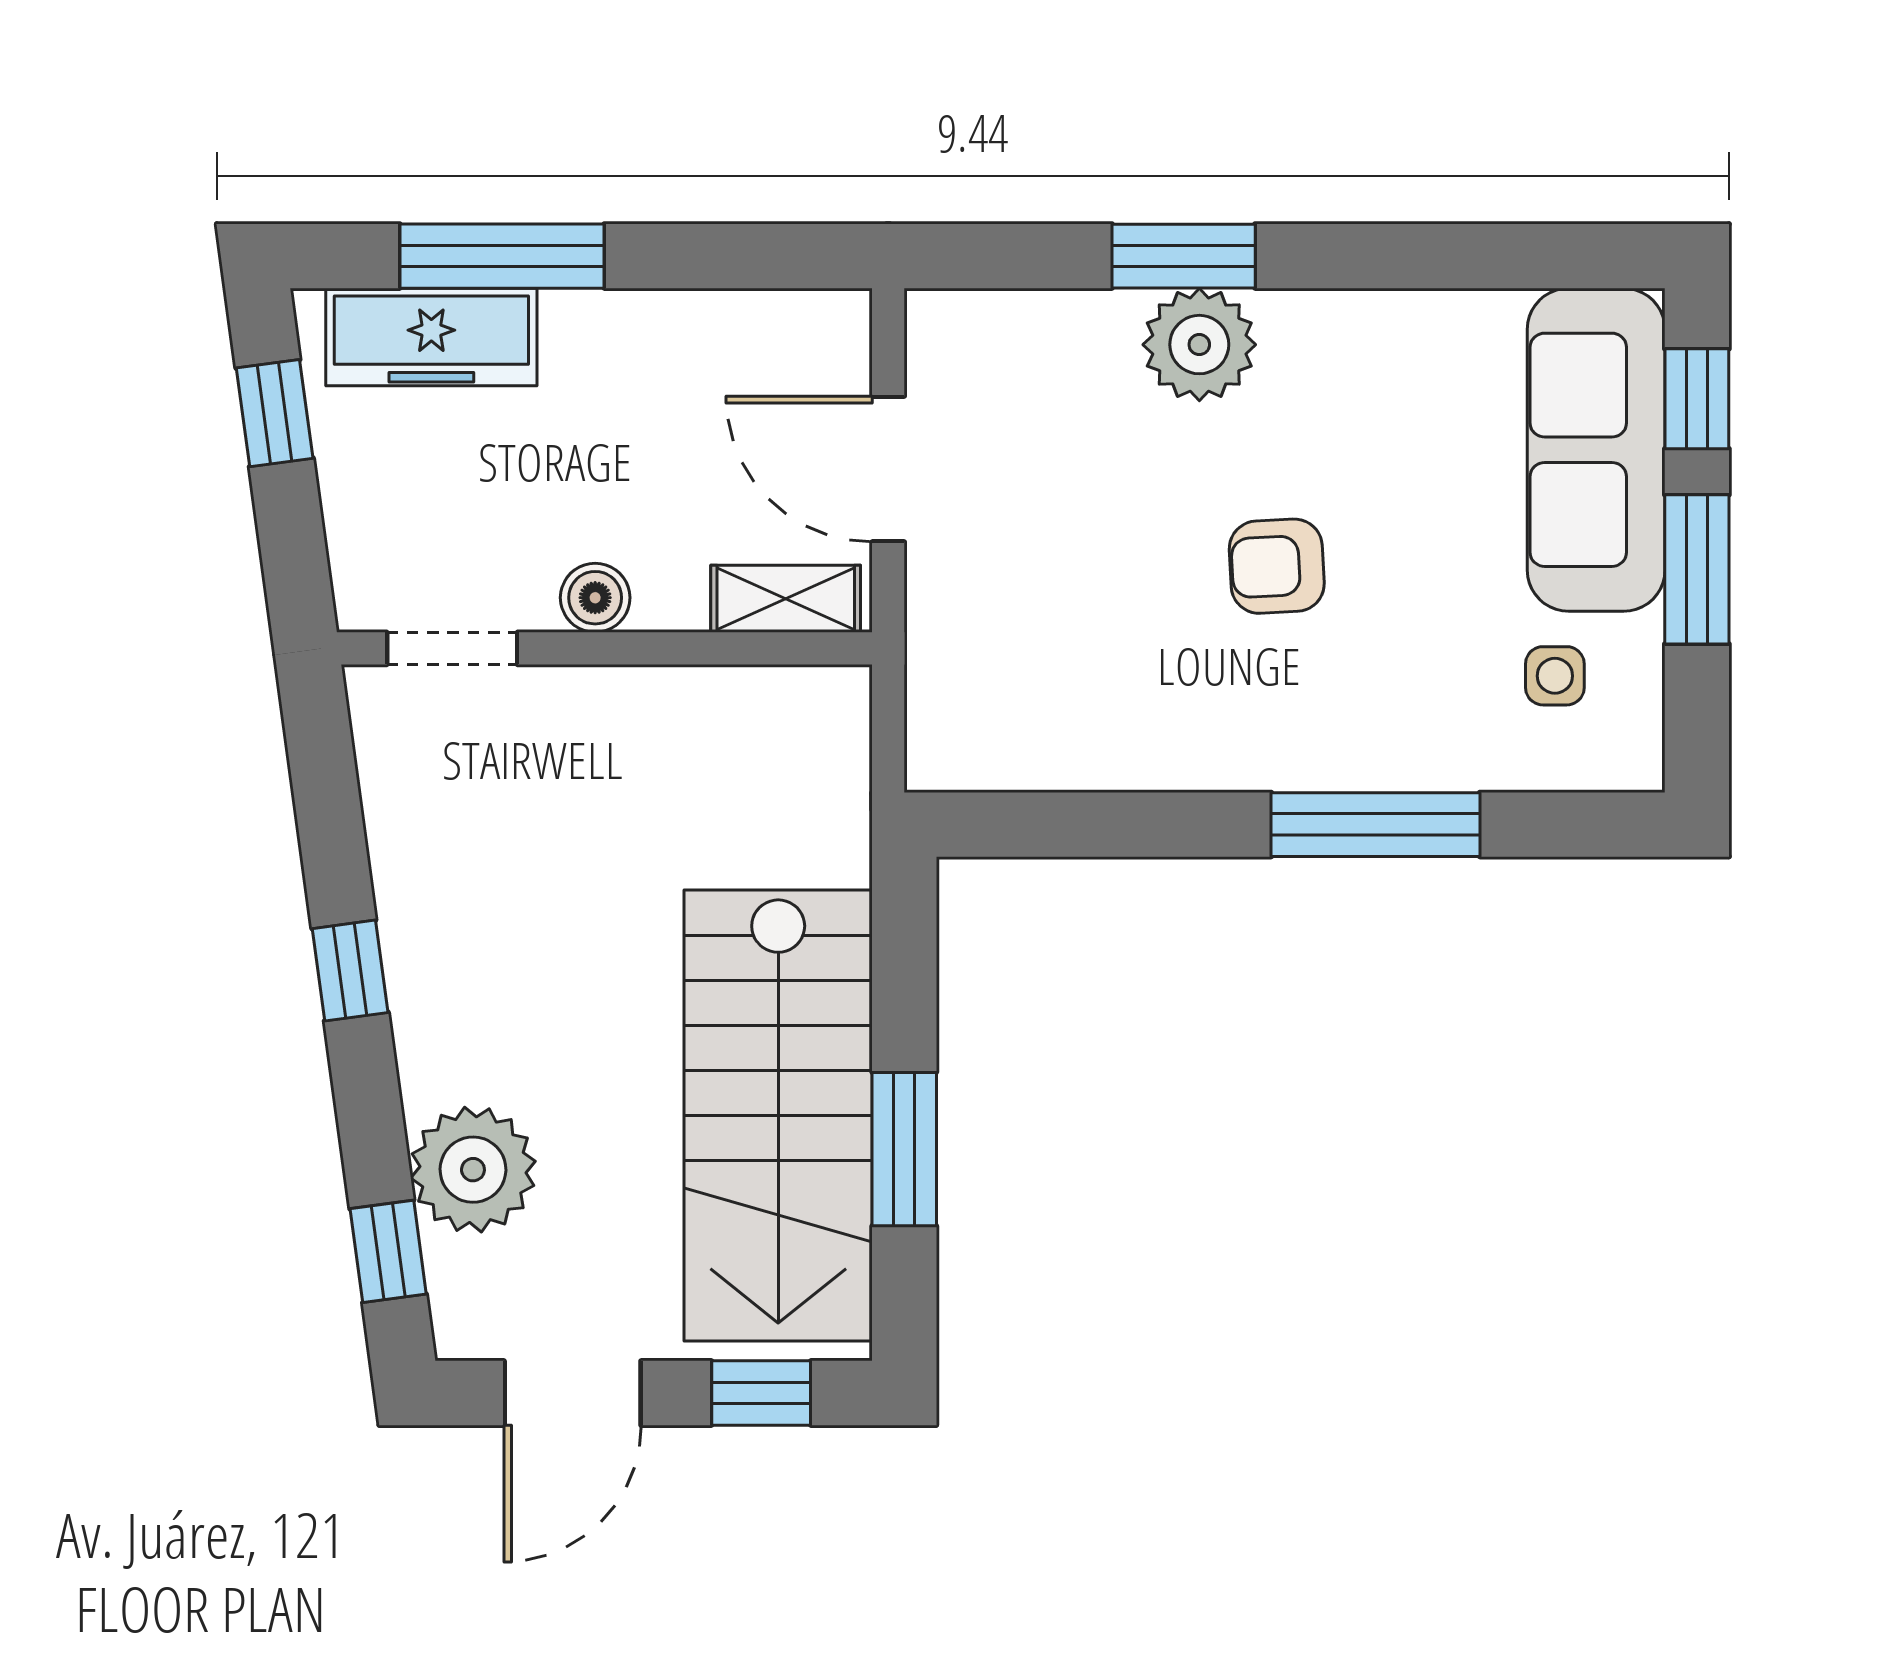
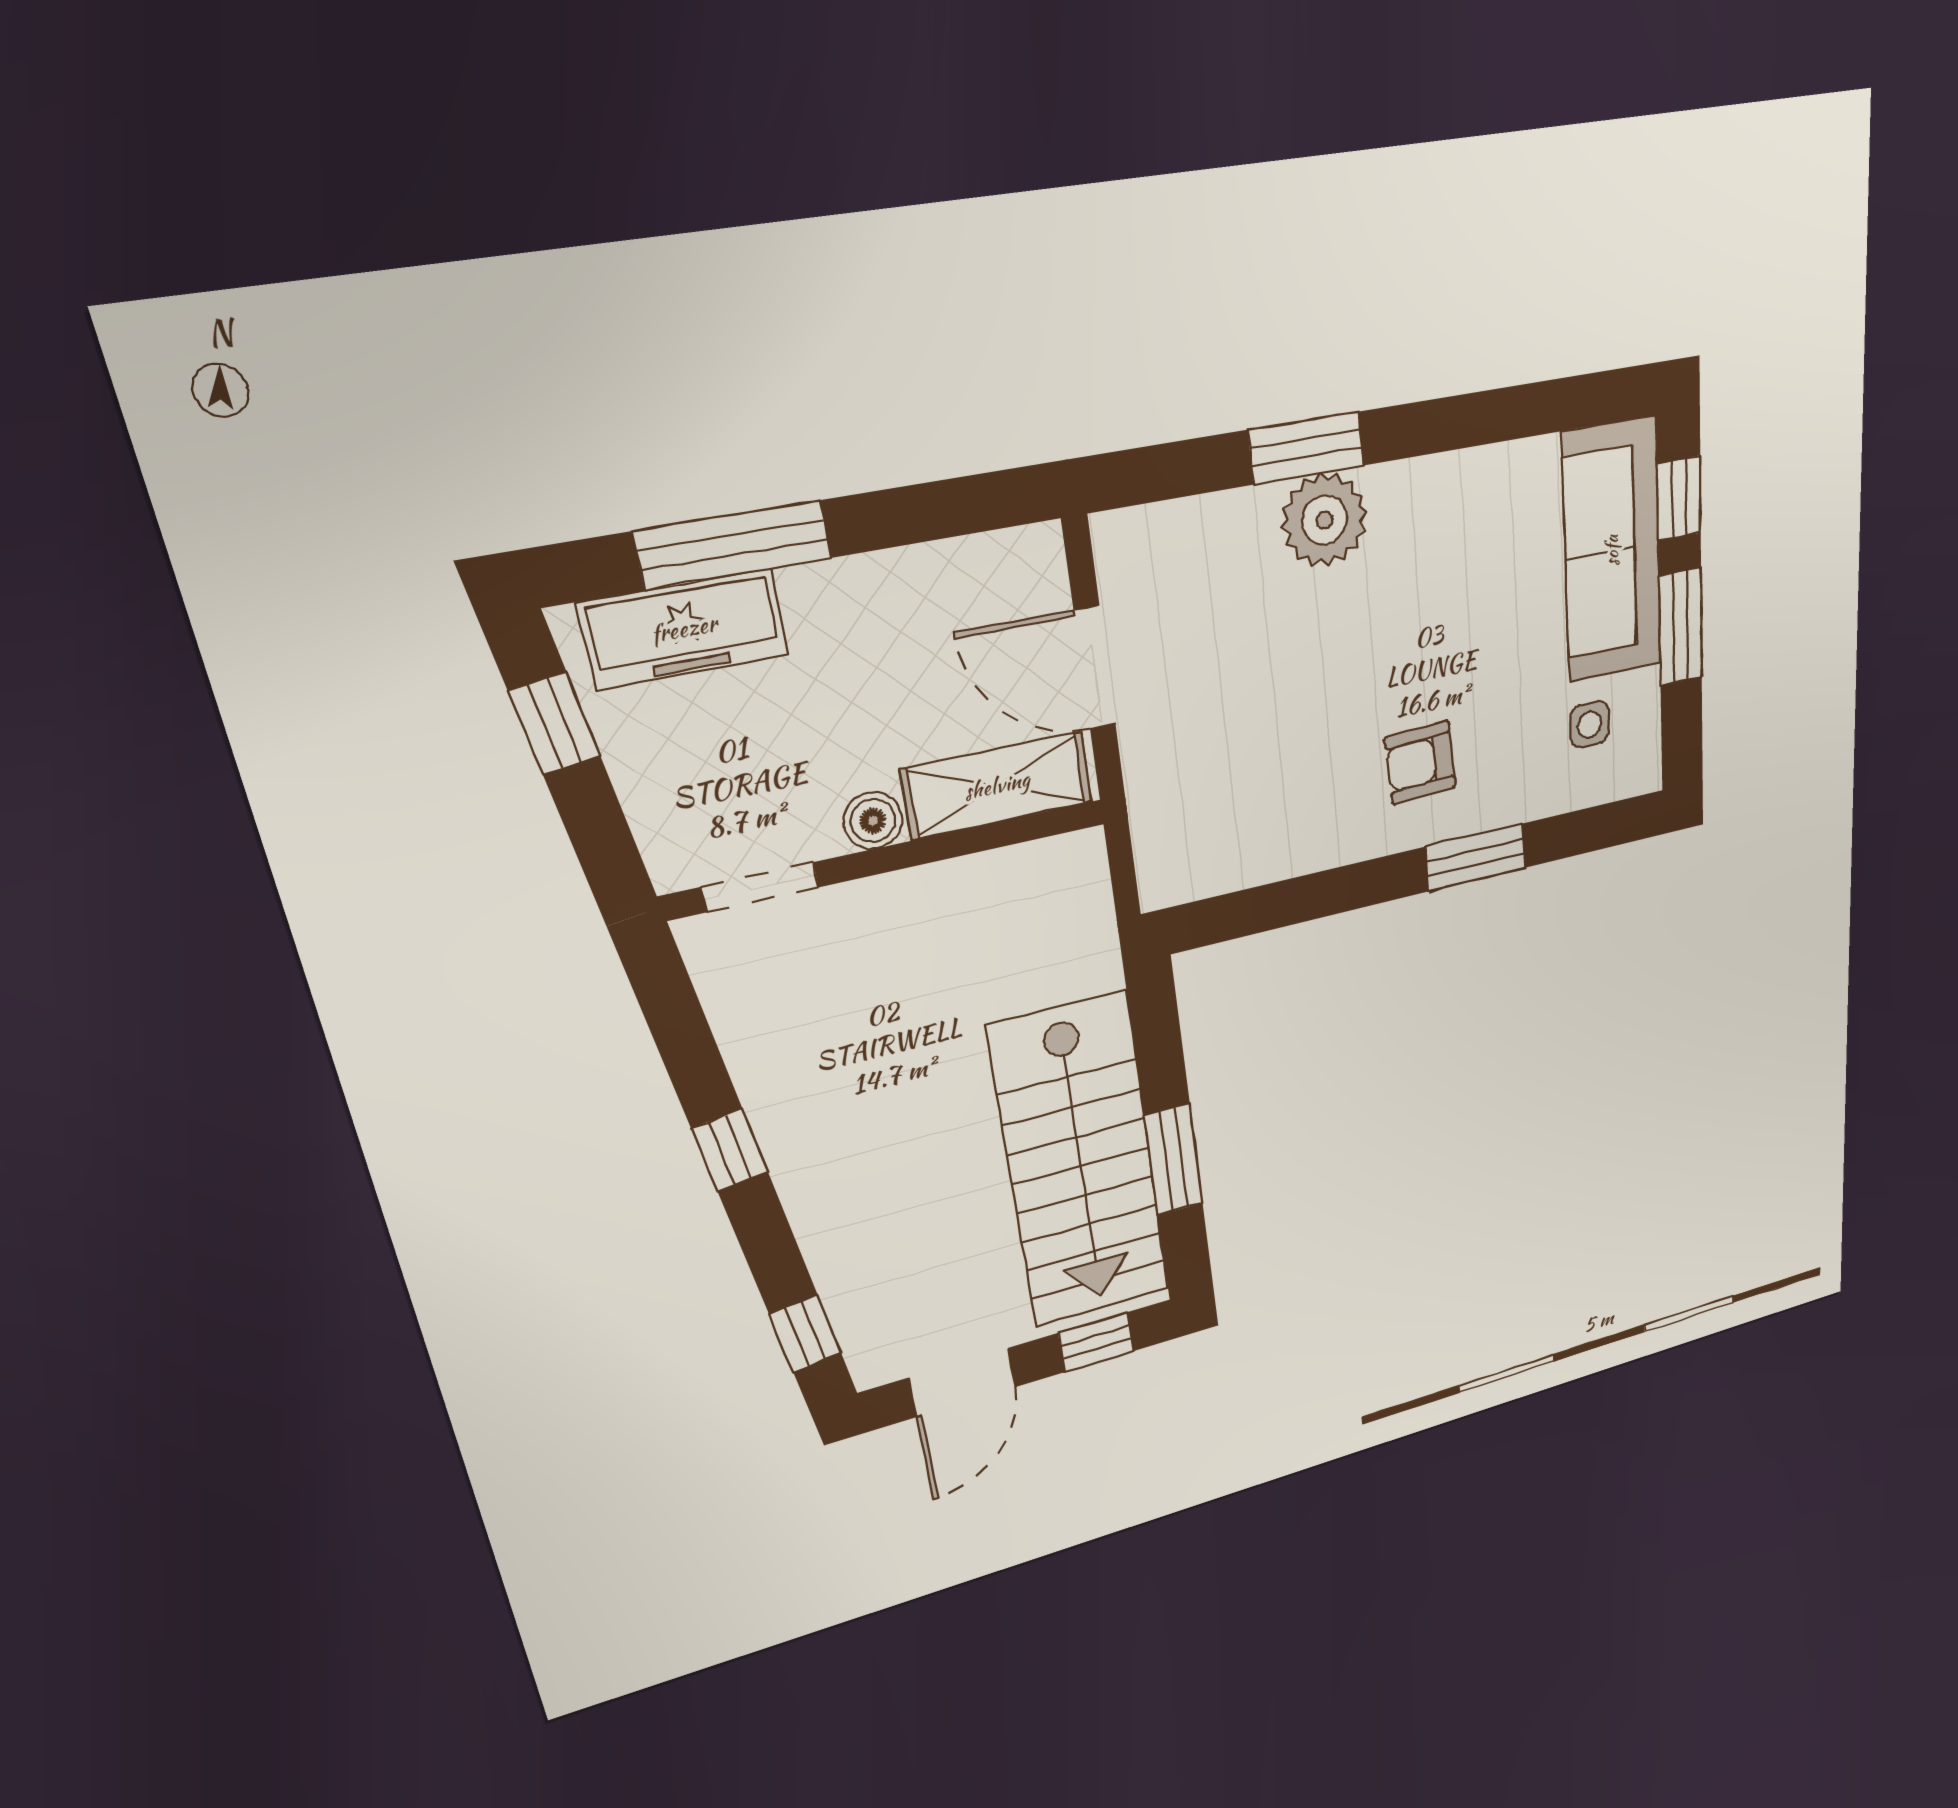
armchair: (1277, 566) -> (1420, 763), moved
shelving: (786, 599) -> (997, 786), width x1.50, depth x1.33
window: (1375, 825) -> (1476, 857), width x0.69
plant: (473, 1170) -> (859, 1261), removed

